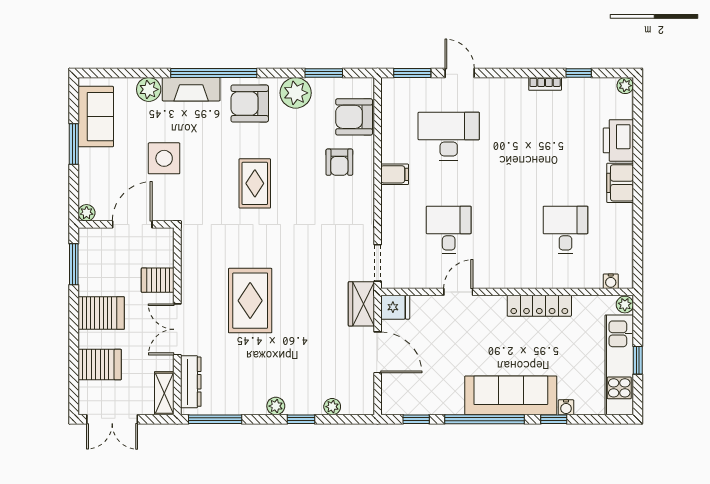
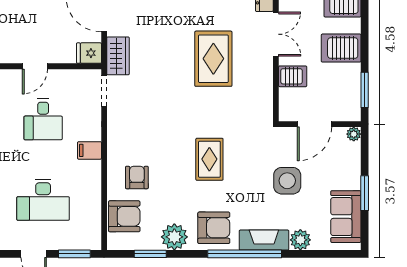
filing cabinet: (395, 174) -> (89, 150), moved

